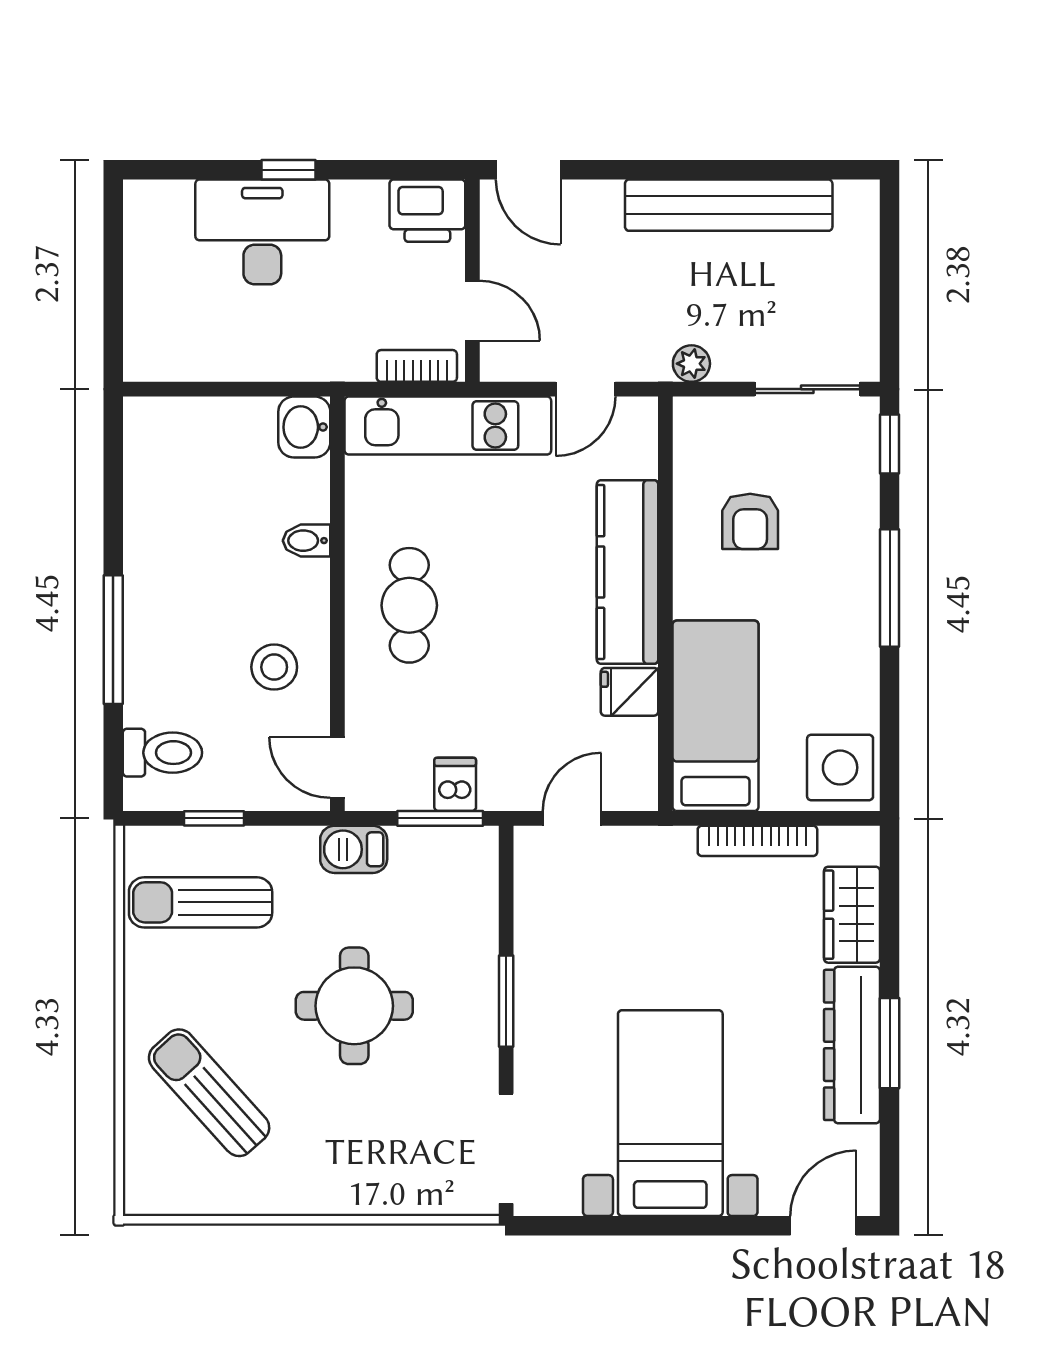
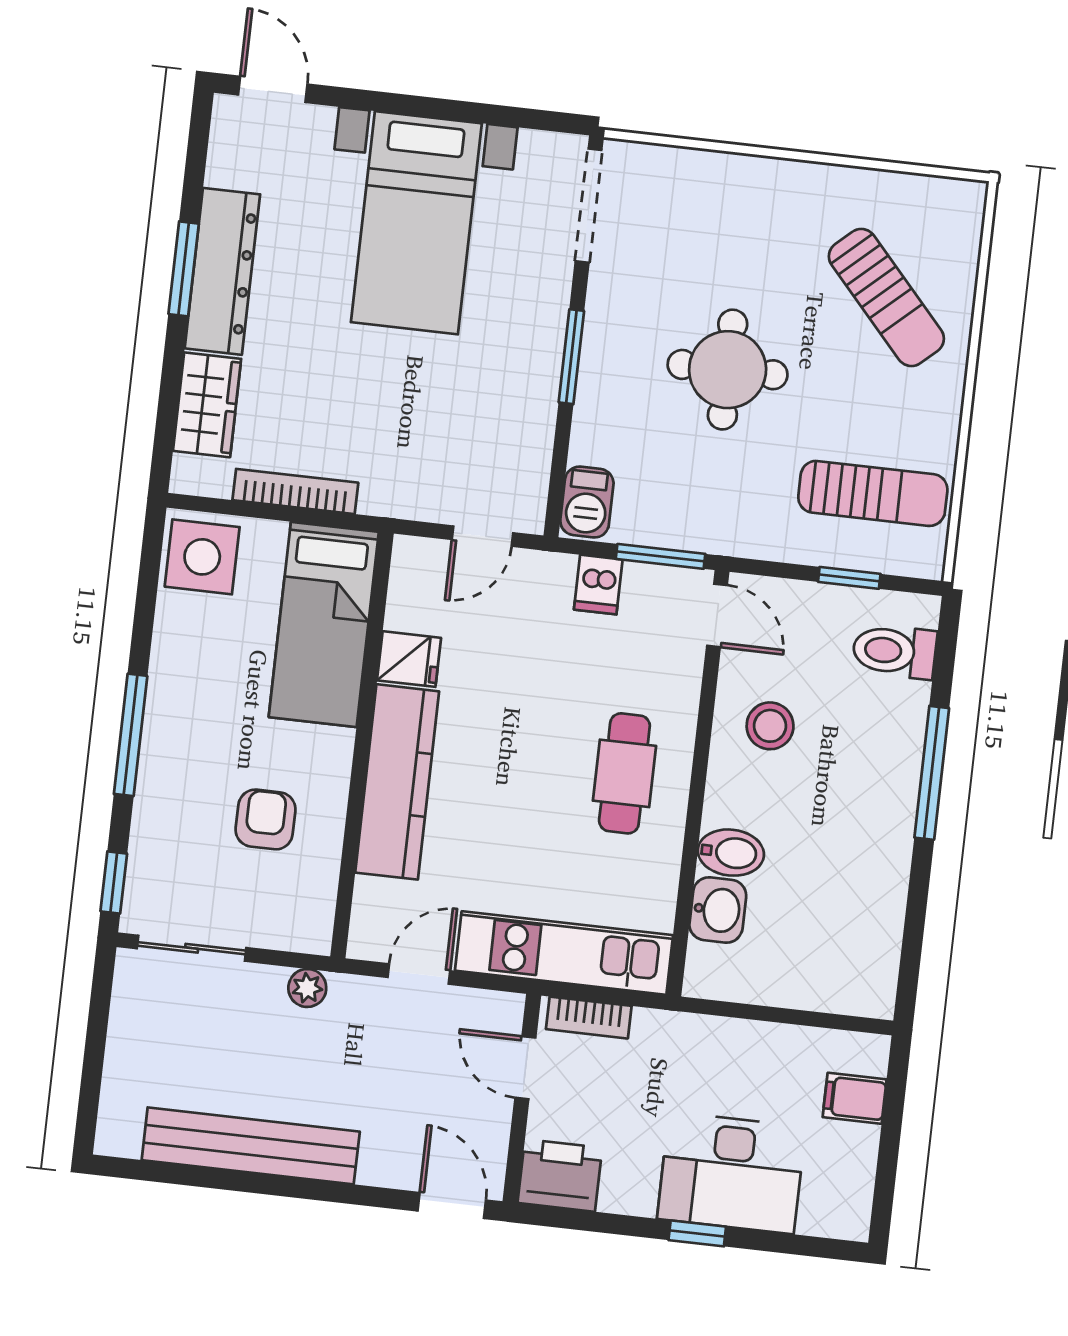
filing cabinet: (152, 317) -> (855, 1098), added
washbasin: (304, 427) -> (718, 910), moved
bidet: (307, 541) -> (731, 853), width x1.38, depth x1.36
window: (440, 818) -> (661, 556), moved
barbecue: (354, 849) -> (587, 502), moved, turned 90
door: (823, 1226) -> (273, 89), swing flipped

